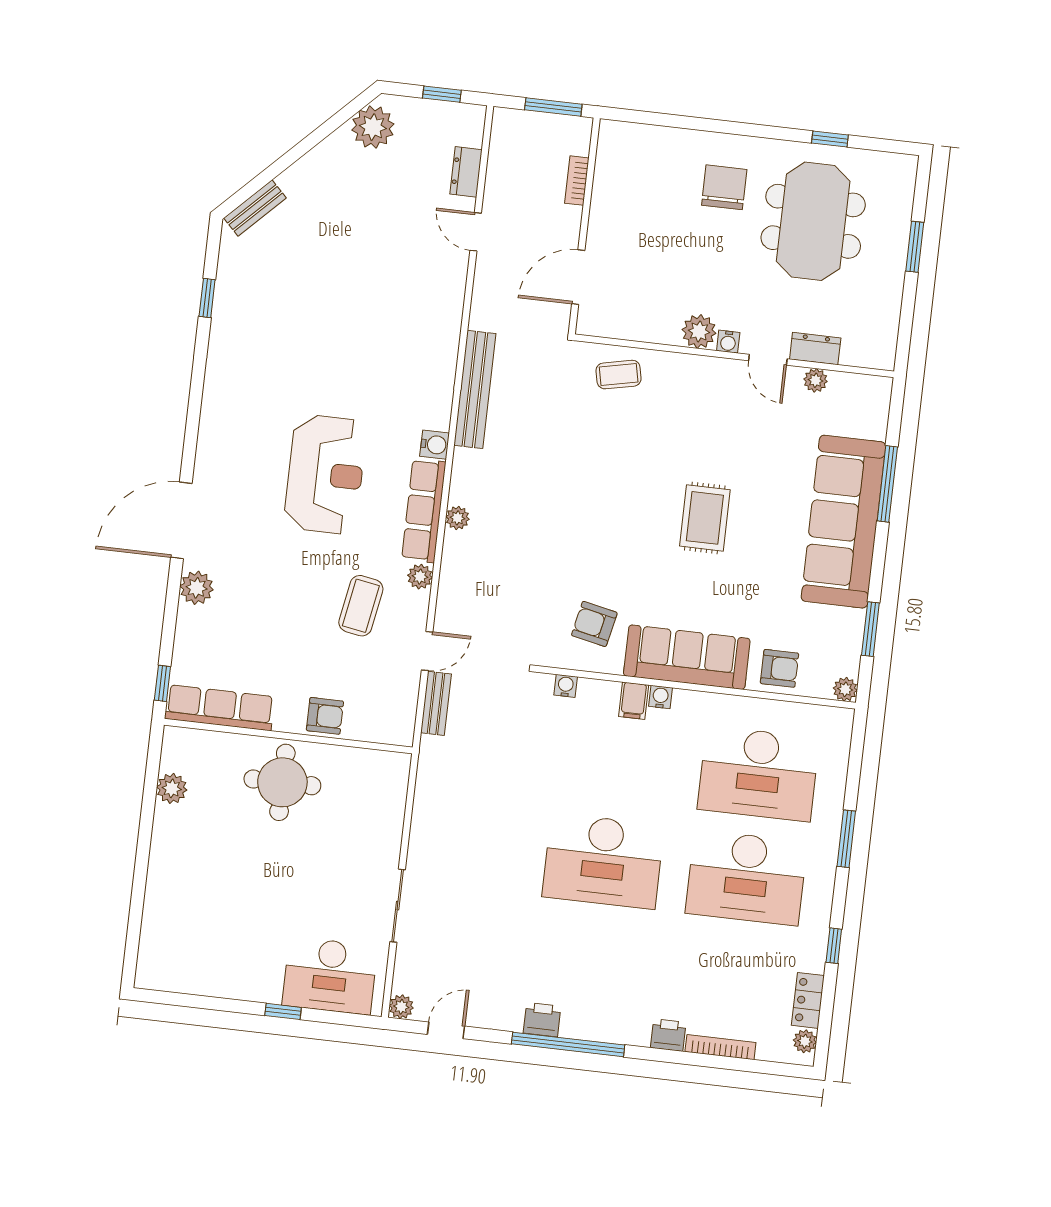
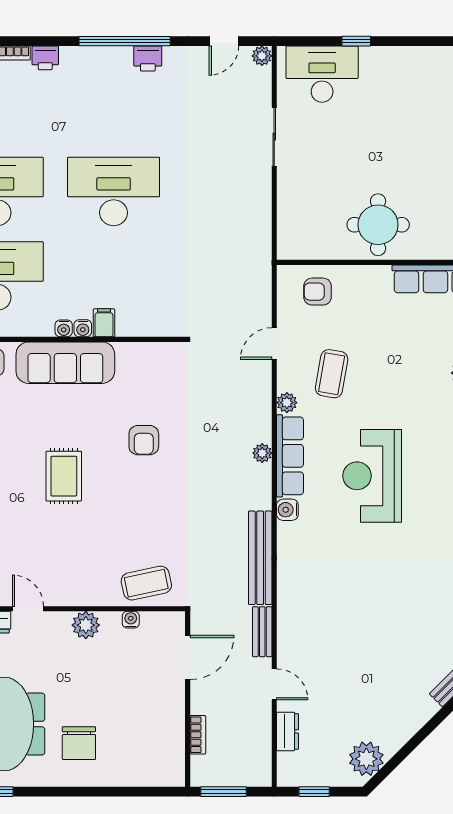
water cooler: (728, 342) -> (131, 620), moved
coffee table: (619, 375) -> (146, 583), width x1.36, depth x1.30
armchair: (594, 624) -> (144, 440), moved, turned 78
water cooler: (566, 686) -> (64, 328), moved
bench: (436, 703) -> (262, 632), moved
armchair: (325, 716) -> (318, 292), moved

